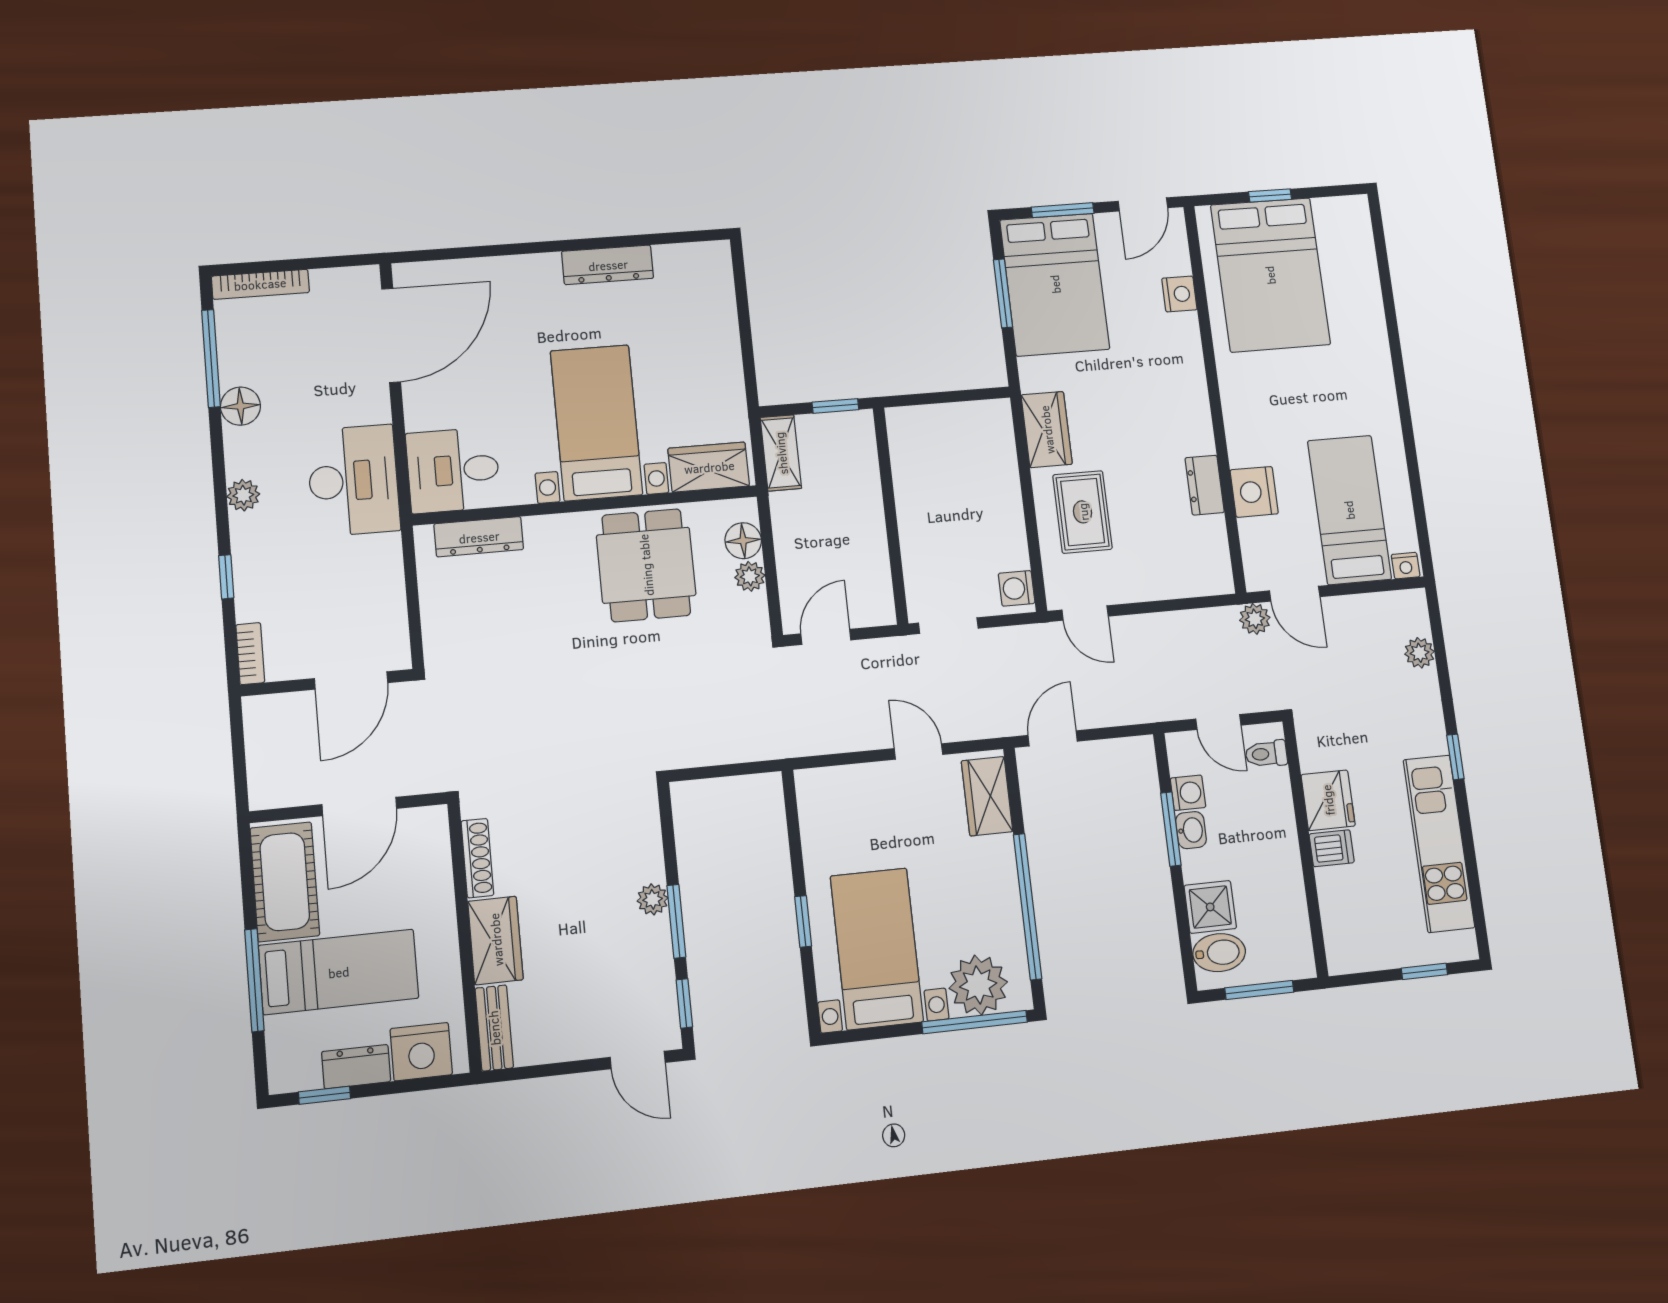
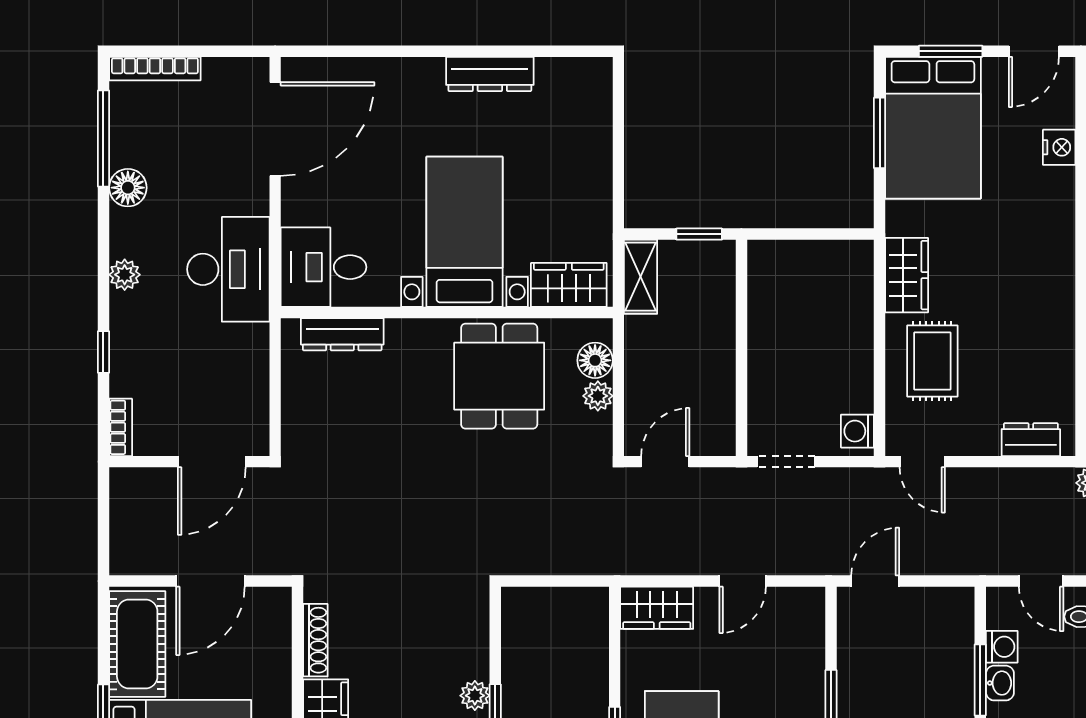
dresser: (1205, 485) -> (1031, 440), moved, turned 90
door: (918, 752) -> (743, 581), swing flipped
wardrobe: (987, 796) -> (657, 608), moved, turned -90

